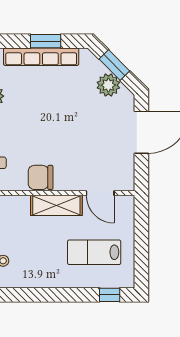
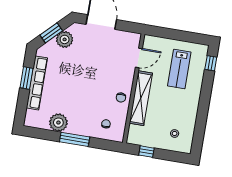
chair: (41, 177) -> (121, 98), width x0.54, depth x0.54
shelving: (56, 205) -> (141, 98), width x1.47

